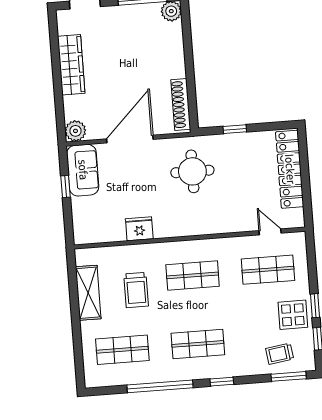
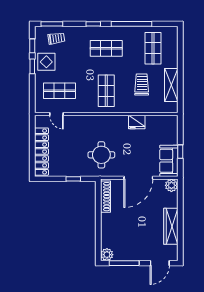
shop shelf: (193, 275) -> (106, 91), turned 90
shop shelf: (122, 350) -> (153, 48), turned 90

